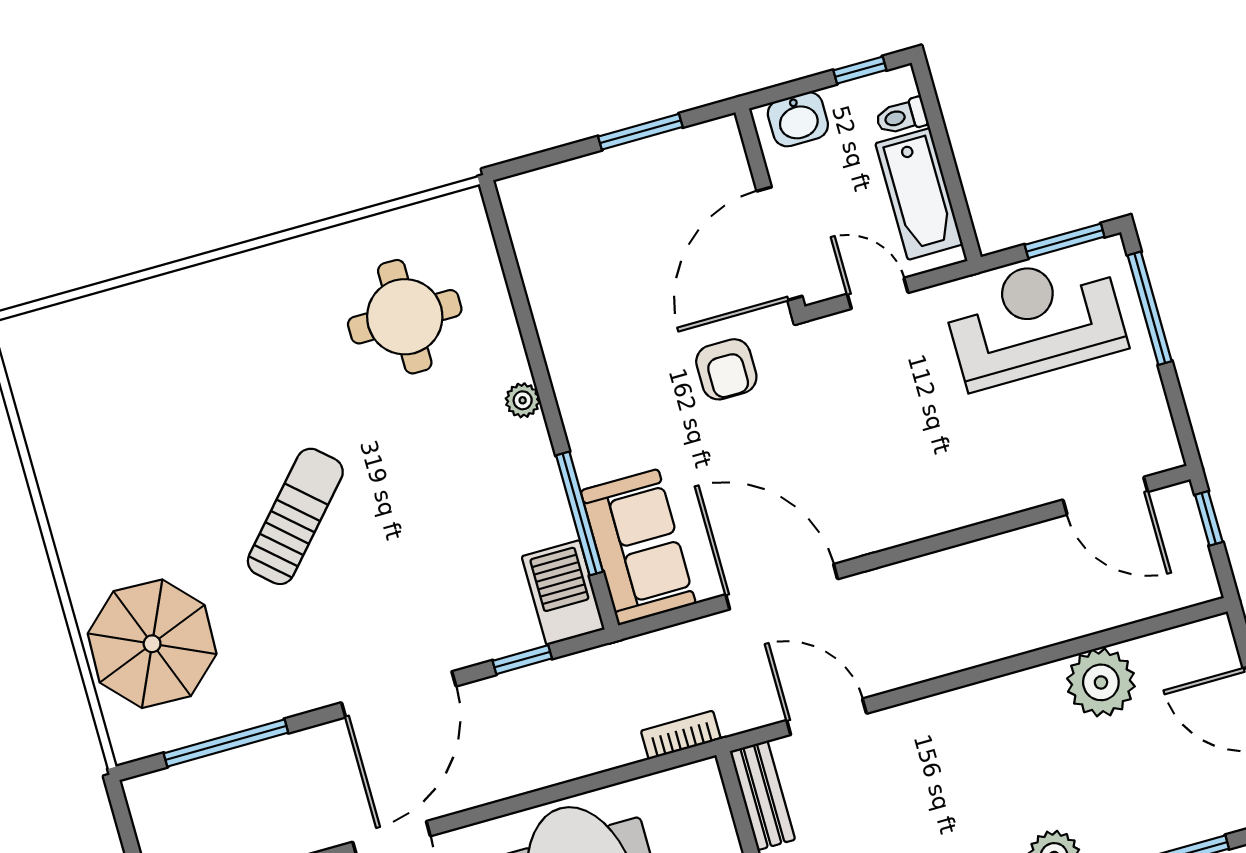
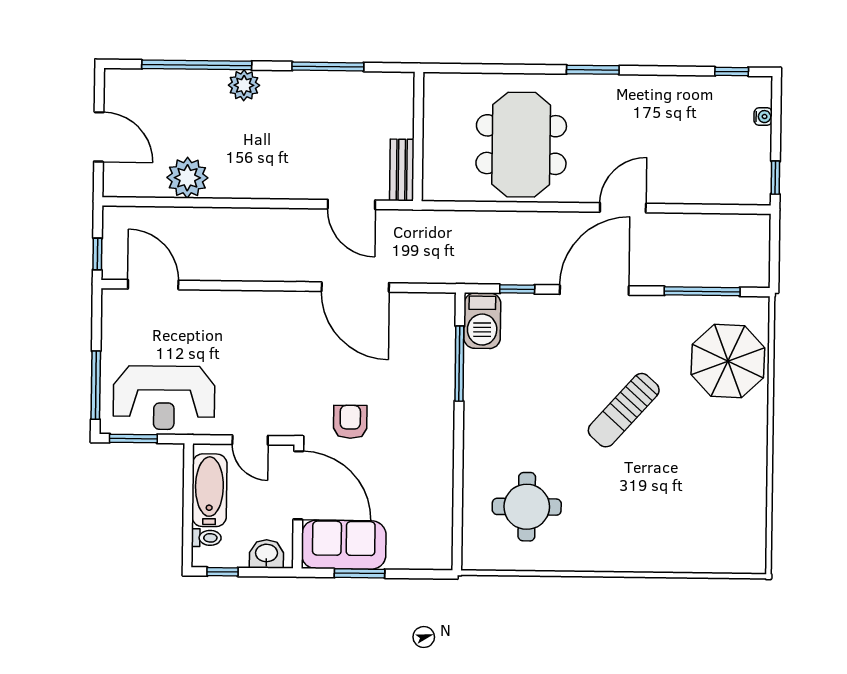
door: (780, 244) -> (298, 485), hinge flipped
plant: (523, 400) -> (473, 438), removed
sofa: (638, 547) -> (344, 545), moved, turned 90
bookcase: (681, 735) -> (439, 219), removed

